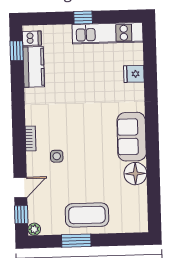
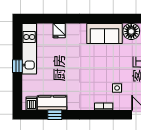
window: (17, 51) -> (55, 115), moved

